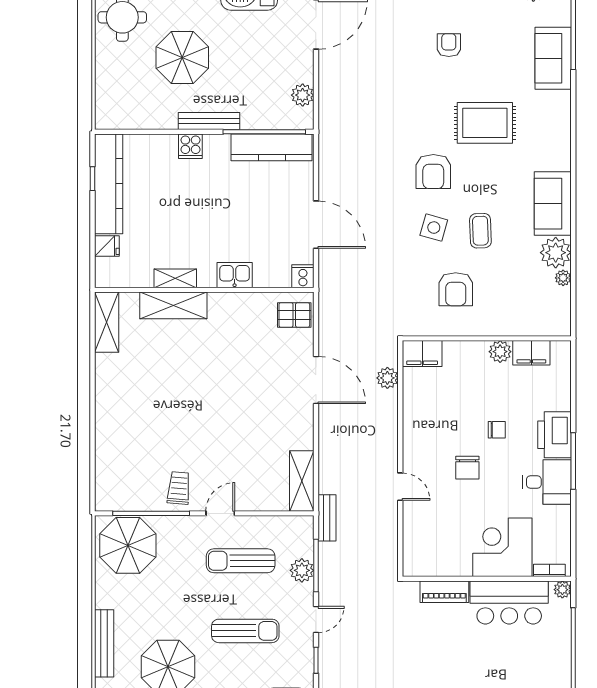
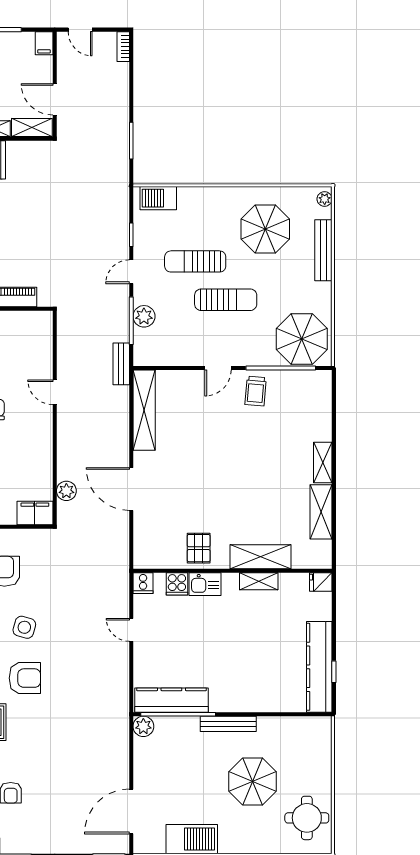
plant: (303, 95) -> (143, 726), moved
cooker: (190, 146) -> (177, 584), moved, turned 180
armchair: (433, 172) -> (25, 678), turned 90
door: (316, 225) -> (131, 630), width x0.53
fridge: (107, 246) -> (321, 582), moved
pallet: (294, 315) -> (199, 548), moved, turned 90
shelving: (107, 322) -> (321, 512), moved
shelving: (105, 409) -> (323, 463), added
shelving: (302, 481) -> (144, 410), width x1.47
sun lounger: (241, 561) -> (226, 300), moved

